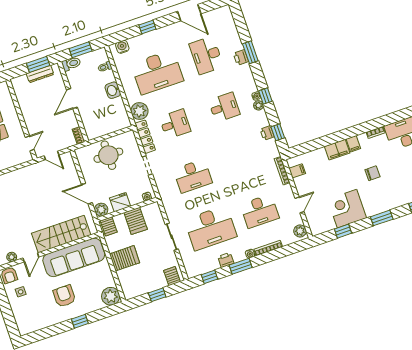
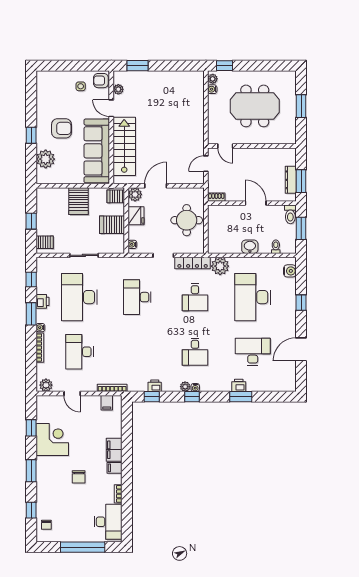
plant: (111, 296) -> (46, 159), moved

